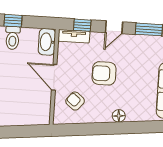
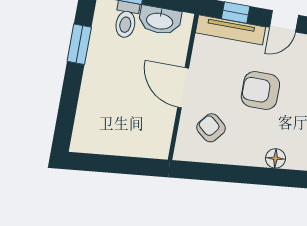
tv unit: (74, 36) -> (230, 30), width x1.41
washbasin: (47, 42) -> (160, 20), moved, turned -90

